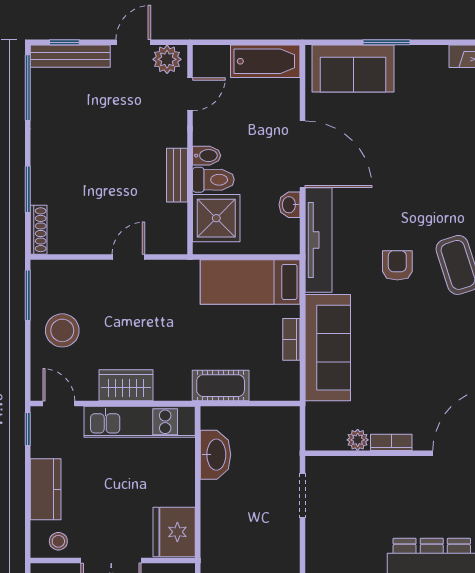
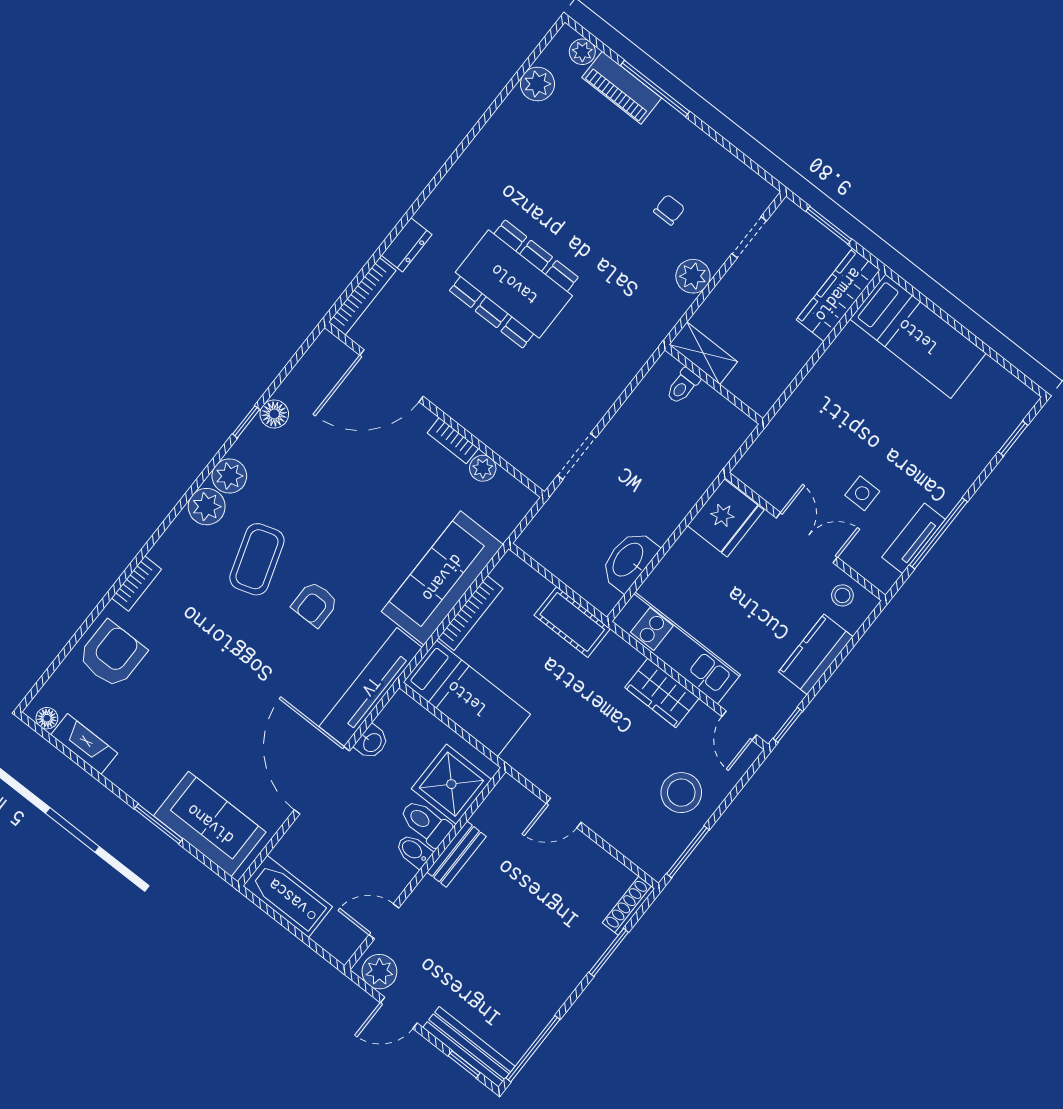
bookcase: (291, 339) -> (471, 613), width x1.56

